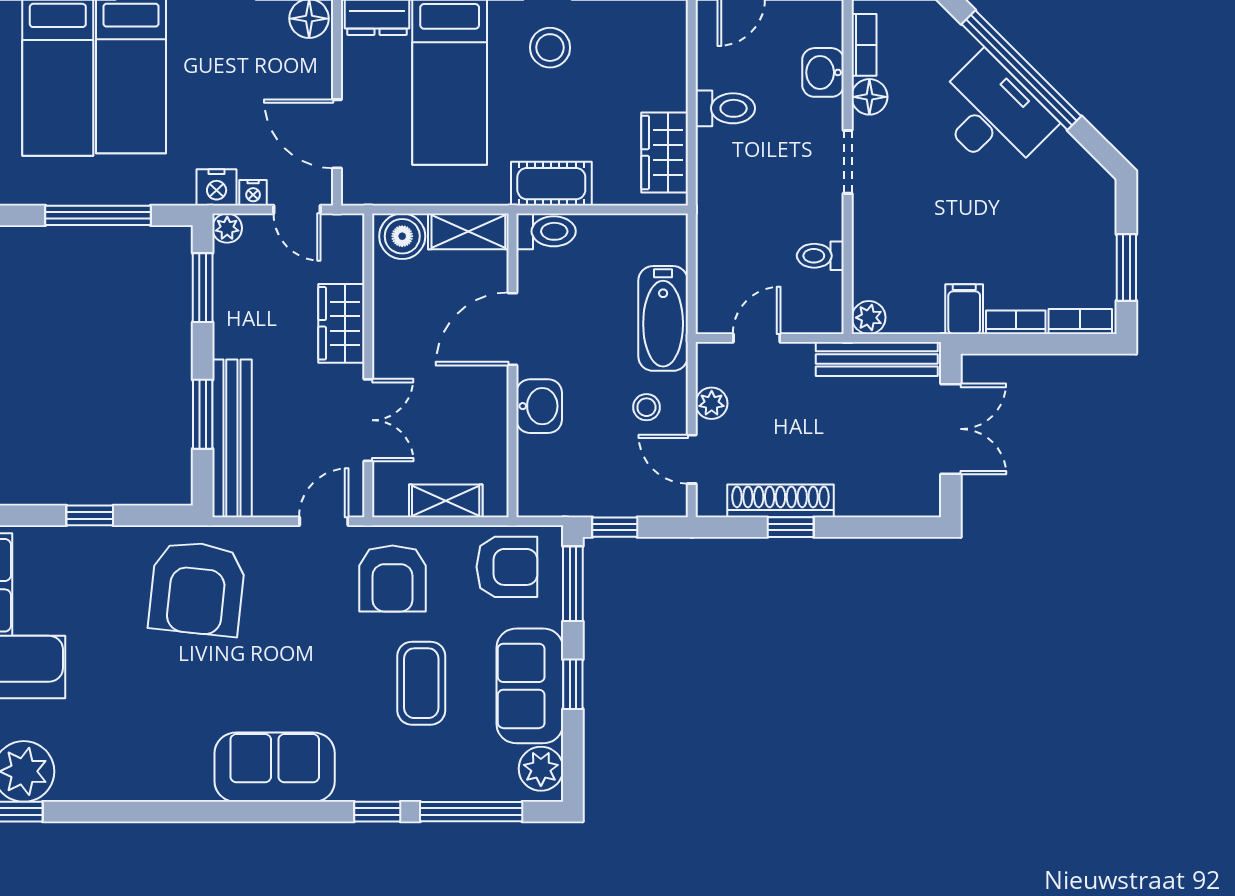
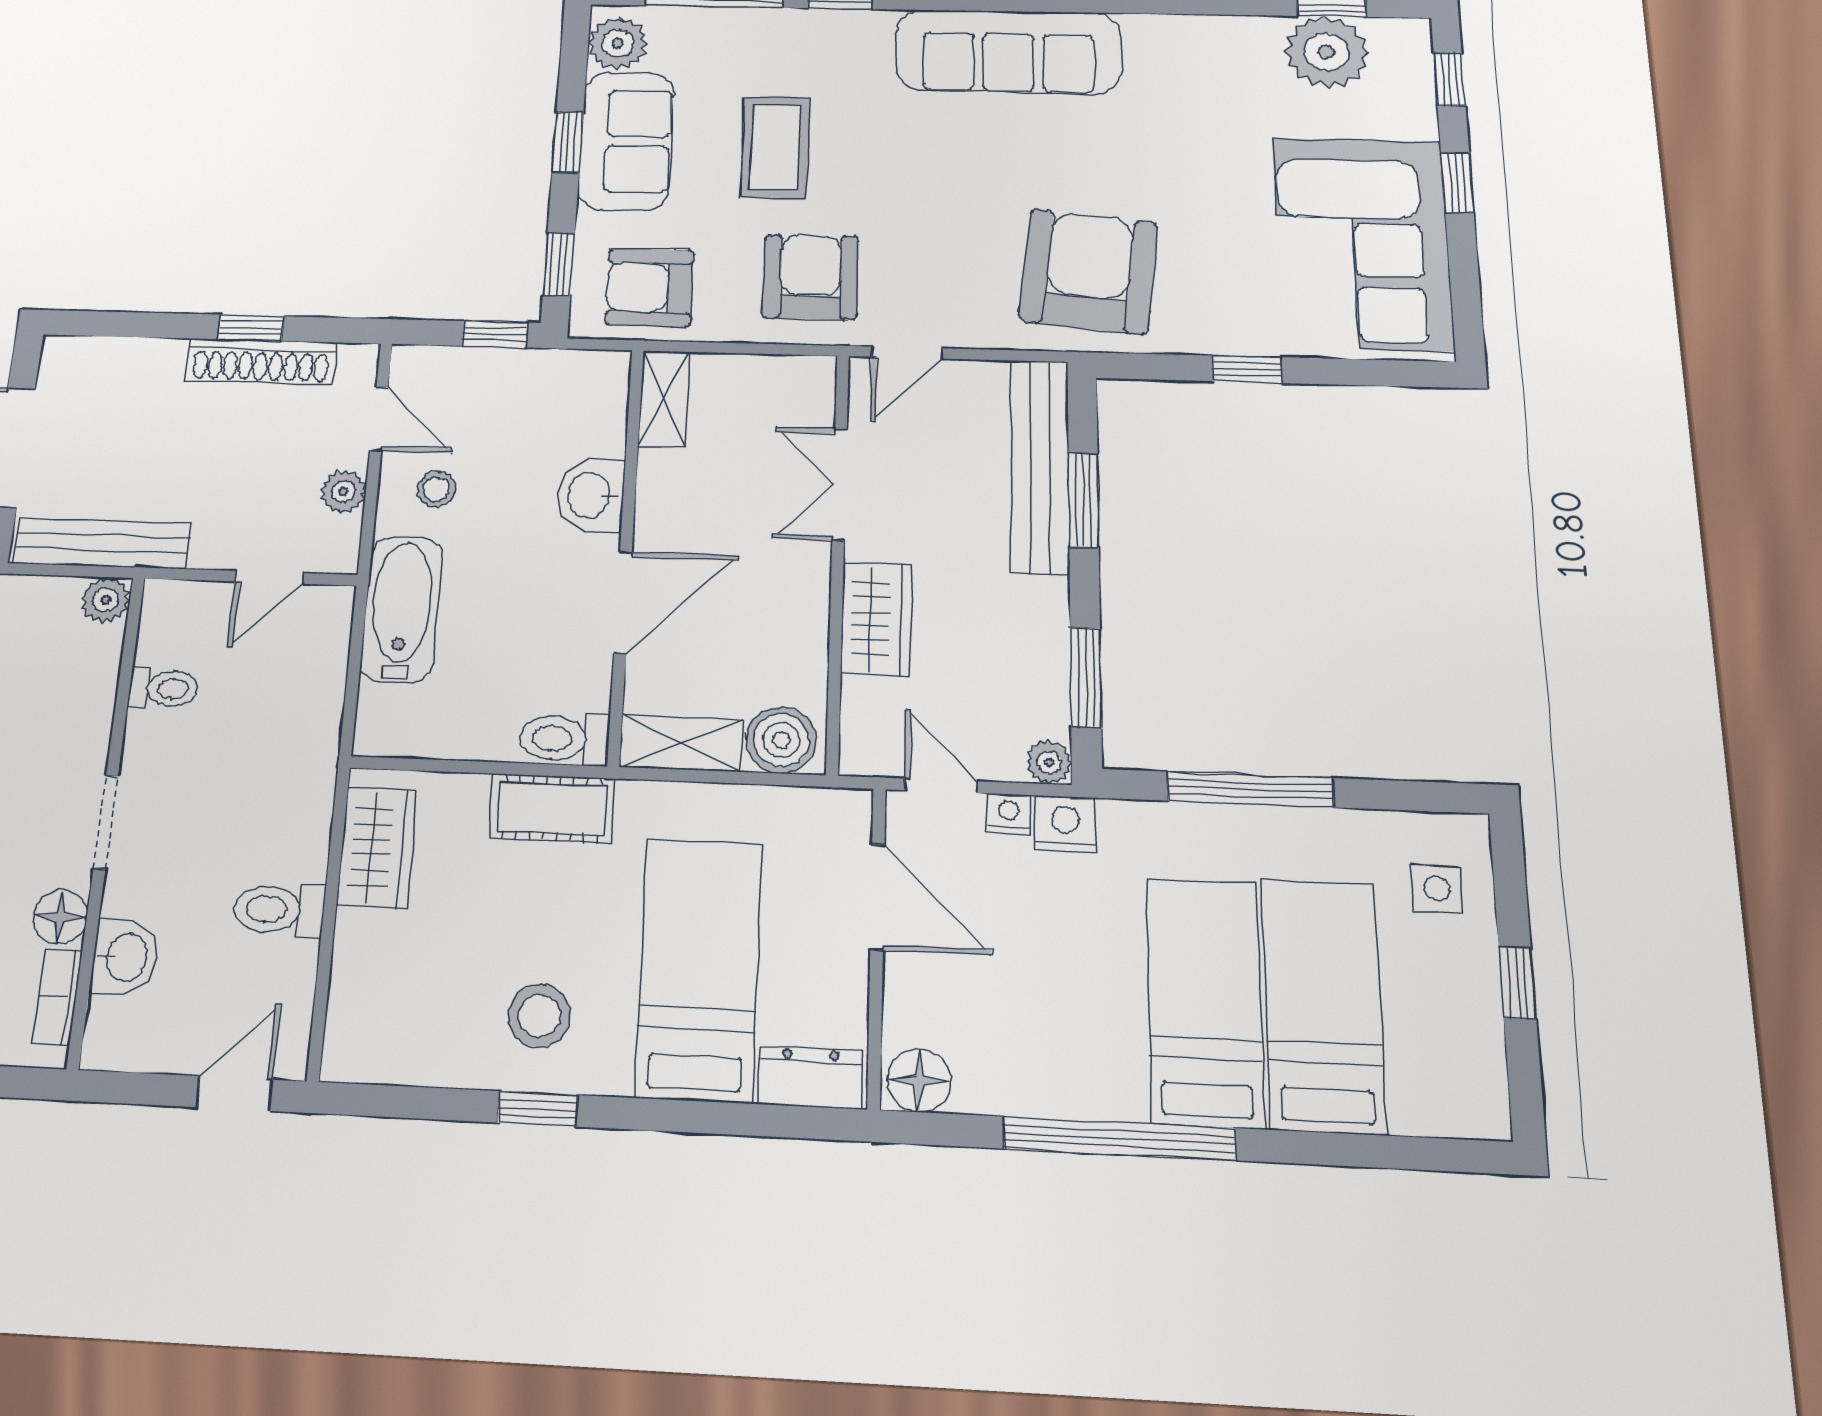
shelving: (446, 501) -> (664, 399), moved, turned 90
window: (573, 584) -> (559, 264), width x0.67
sofa: (275, 767) -> (1008, 52), width x1.36

